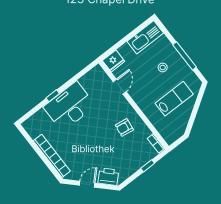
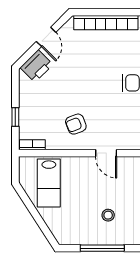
door: (120, 87) -> (106, 153), moved
lab bench: (174, 99) -> (49, 183), moved
armchair: (124, 127) -> (76, 124), turned -119

